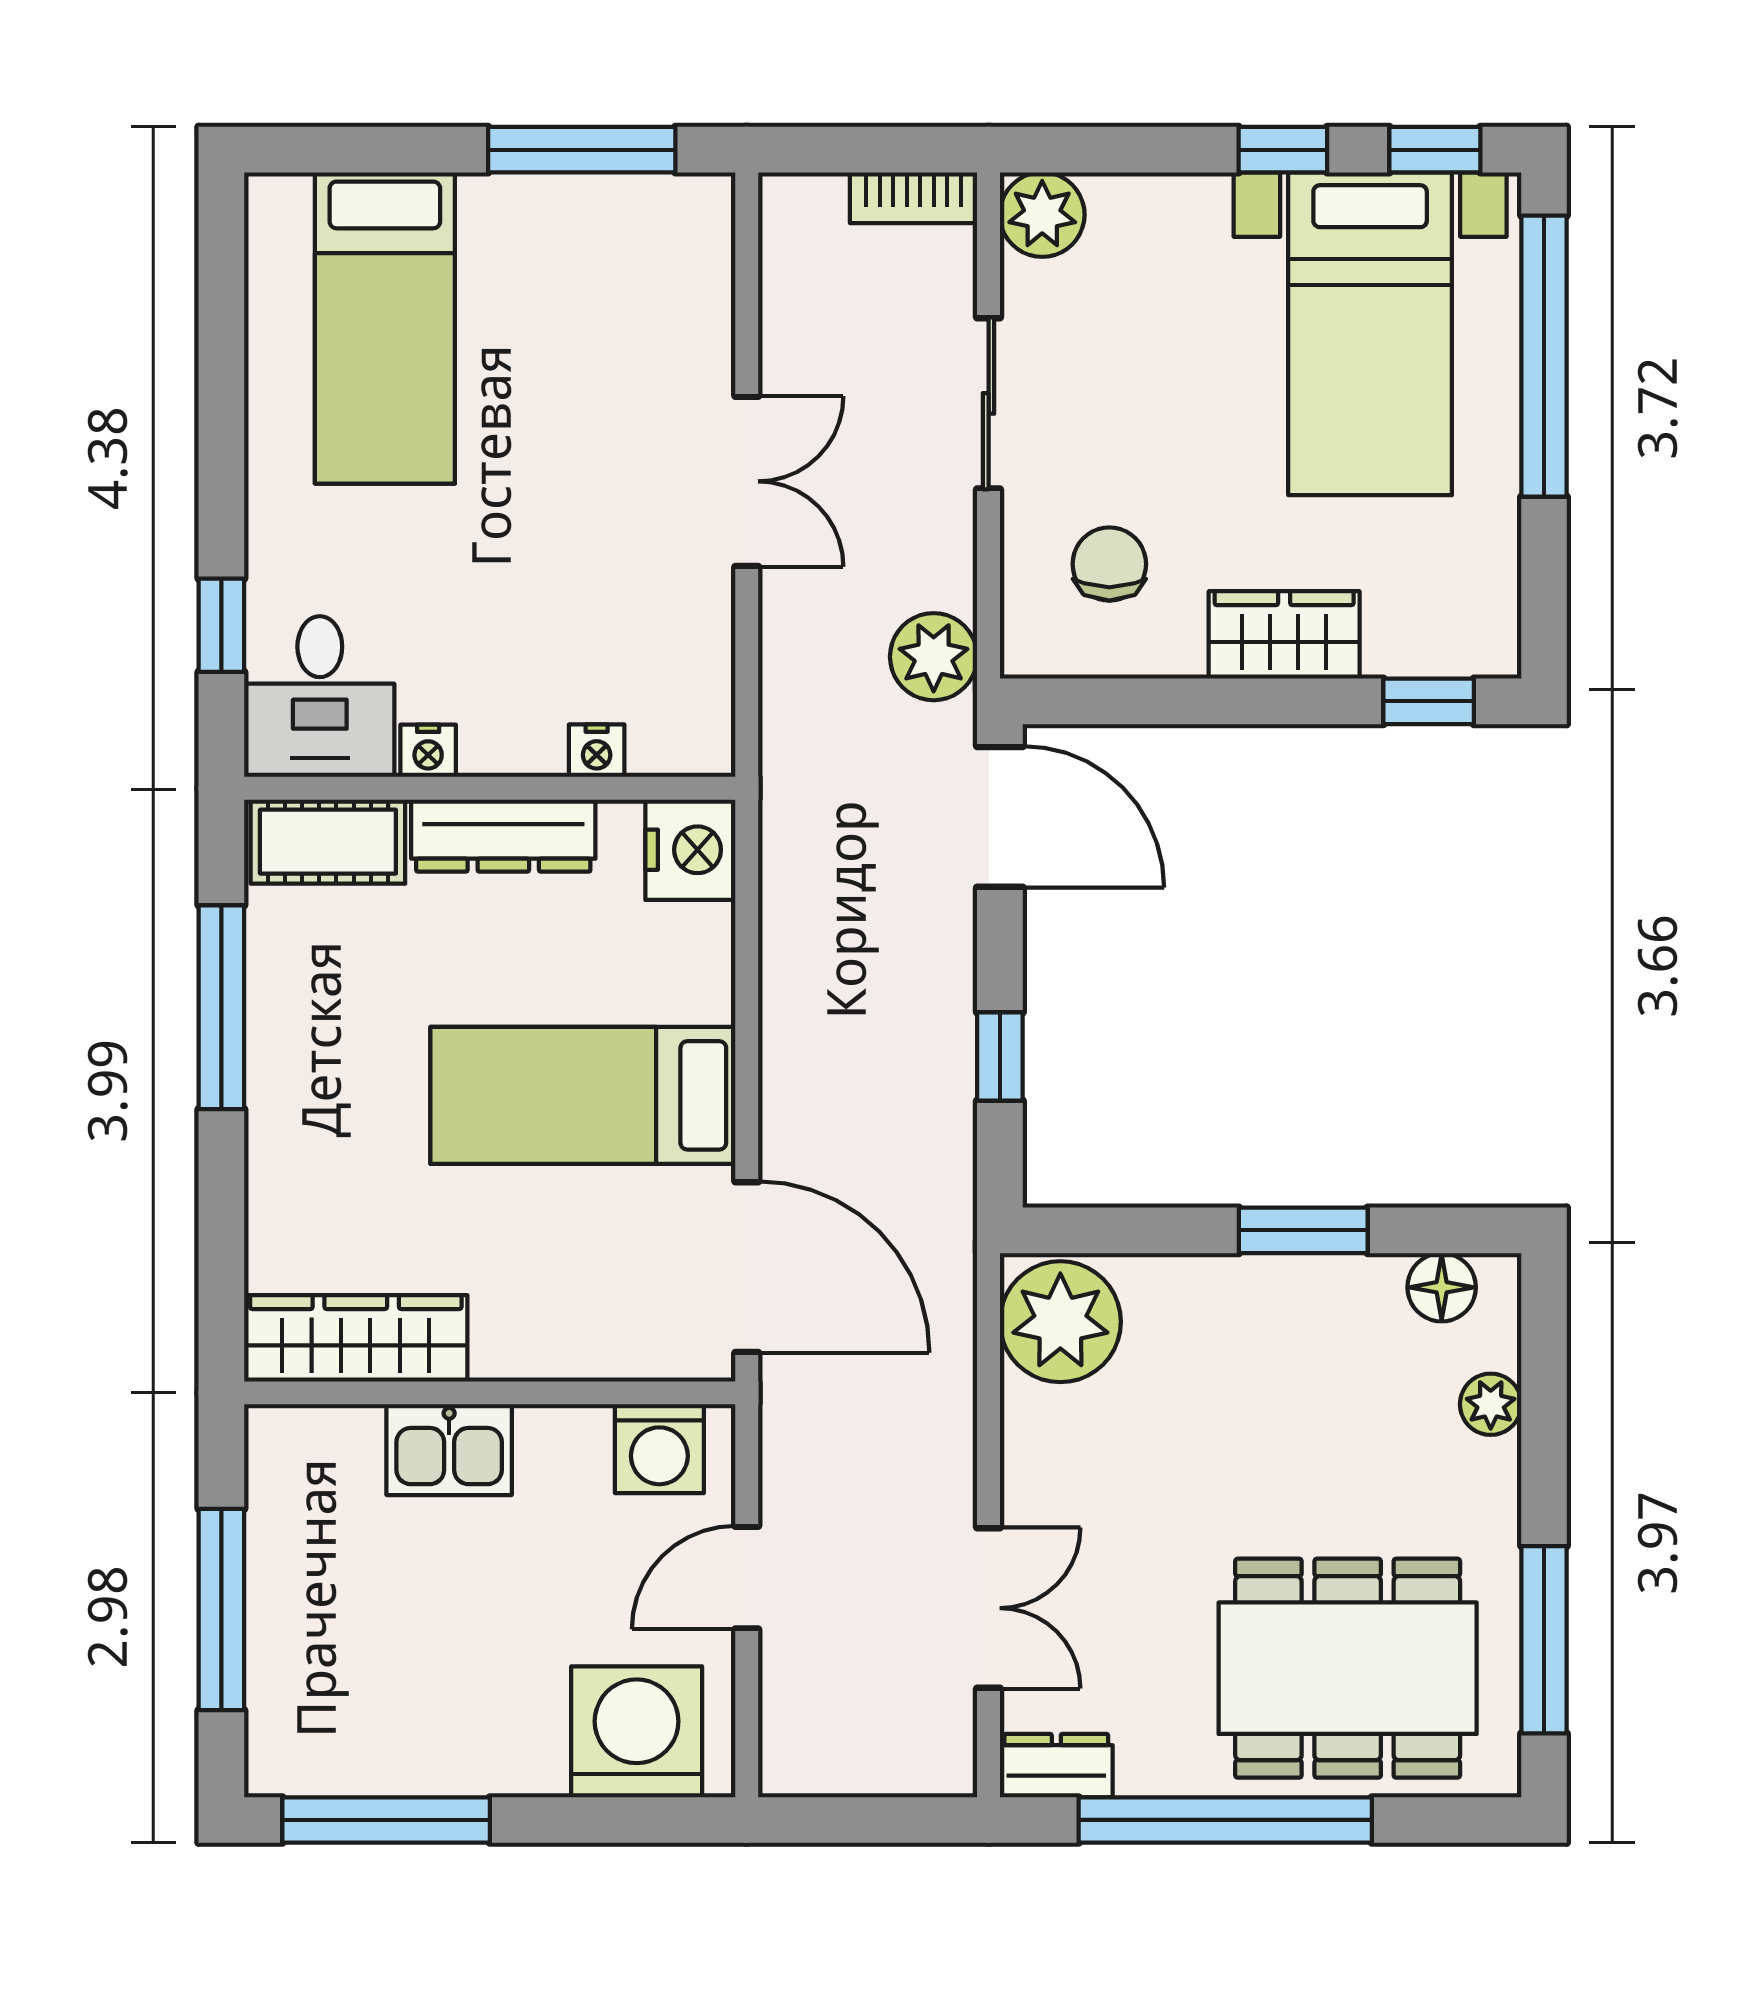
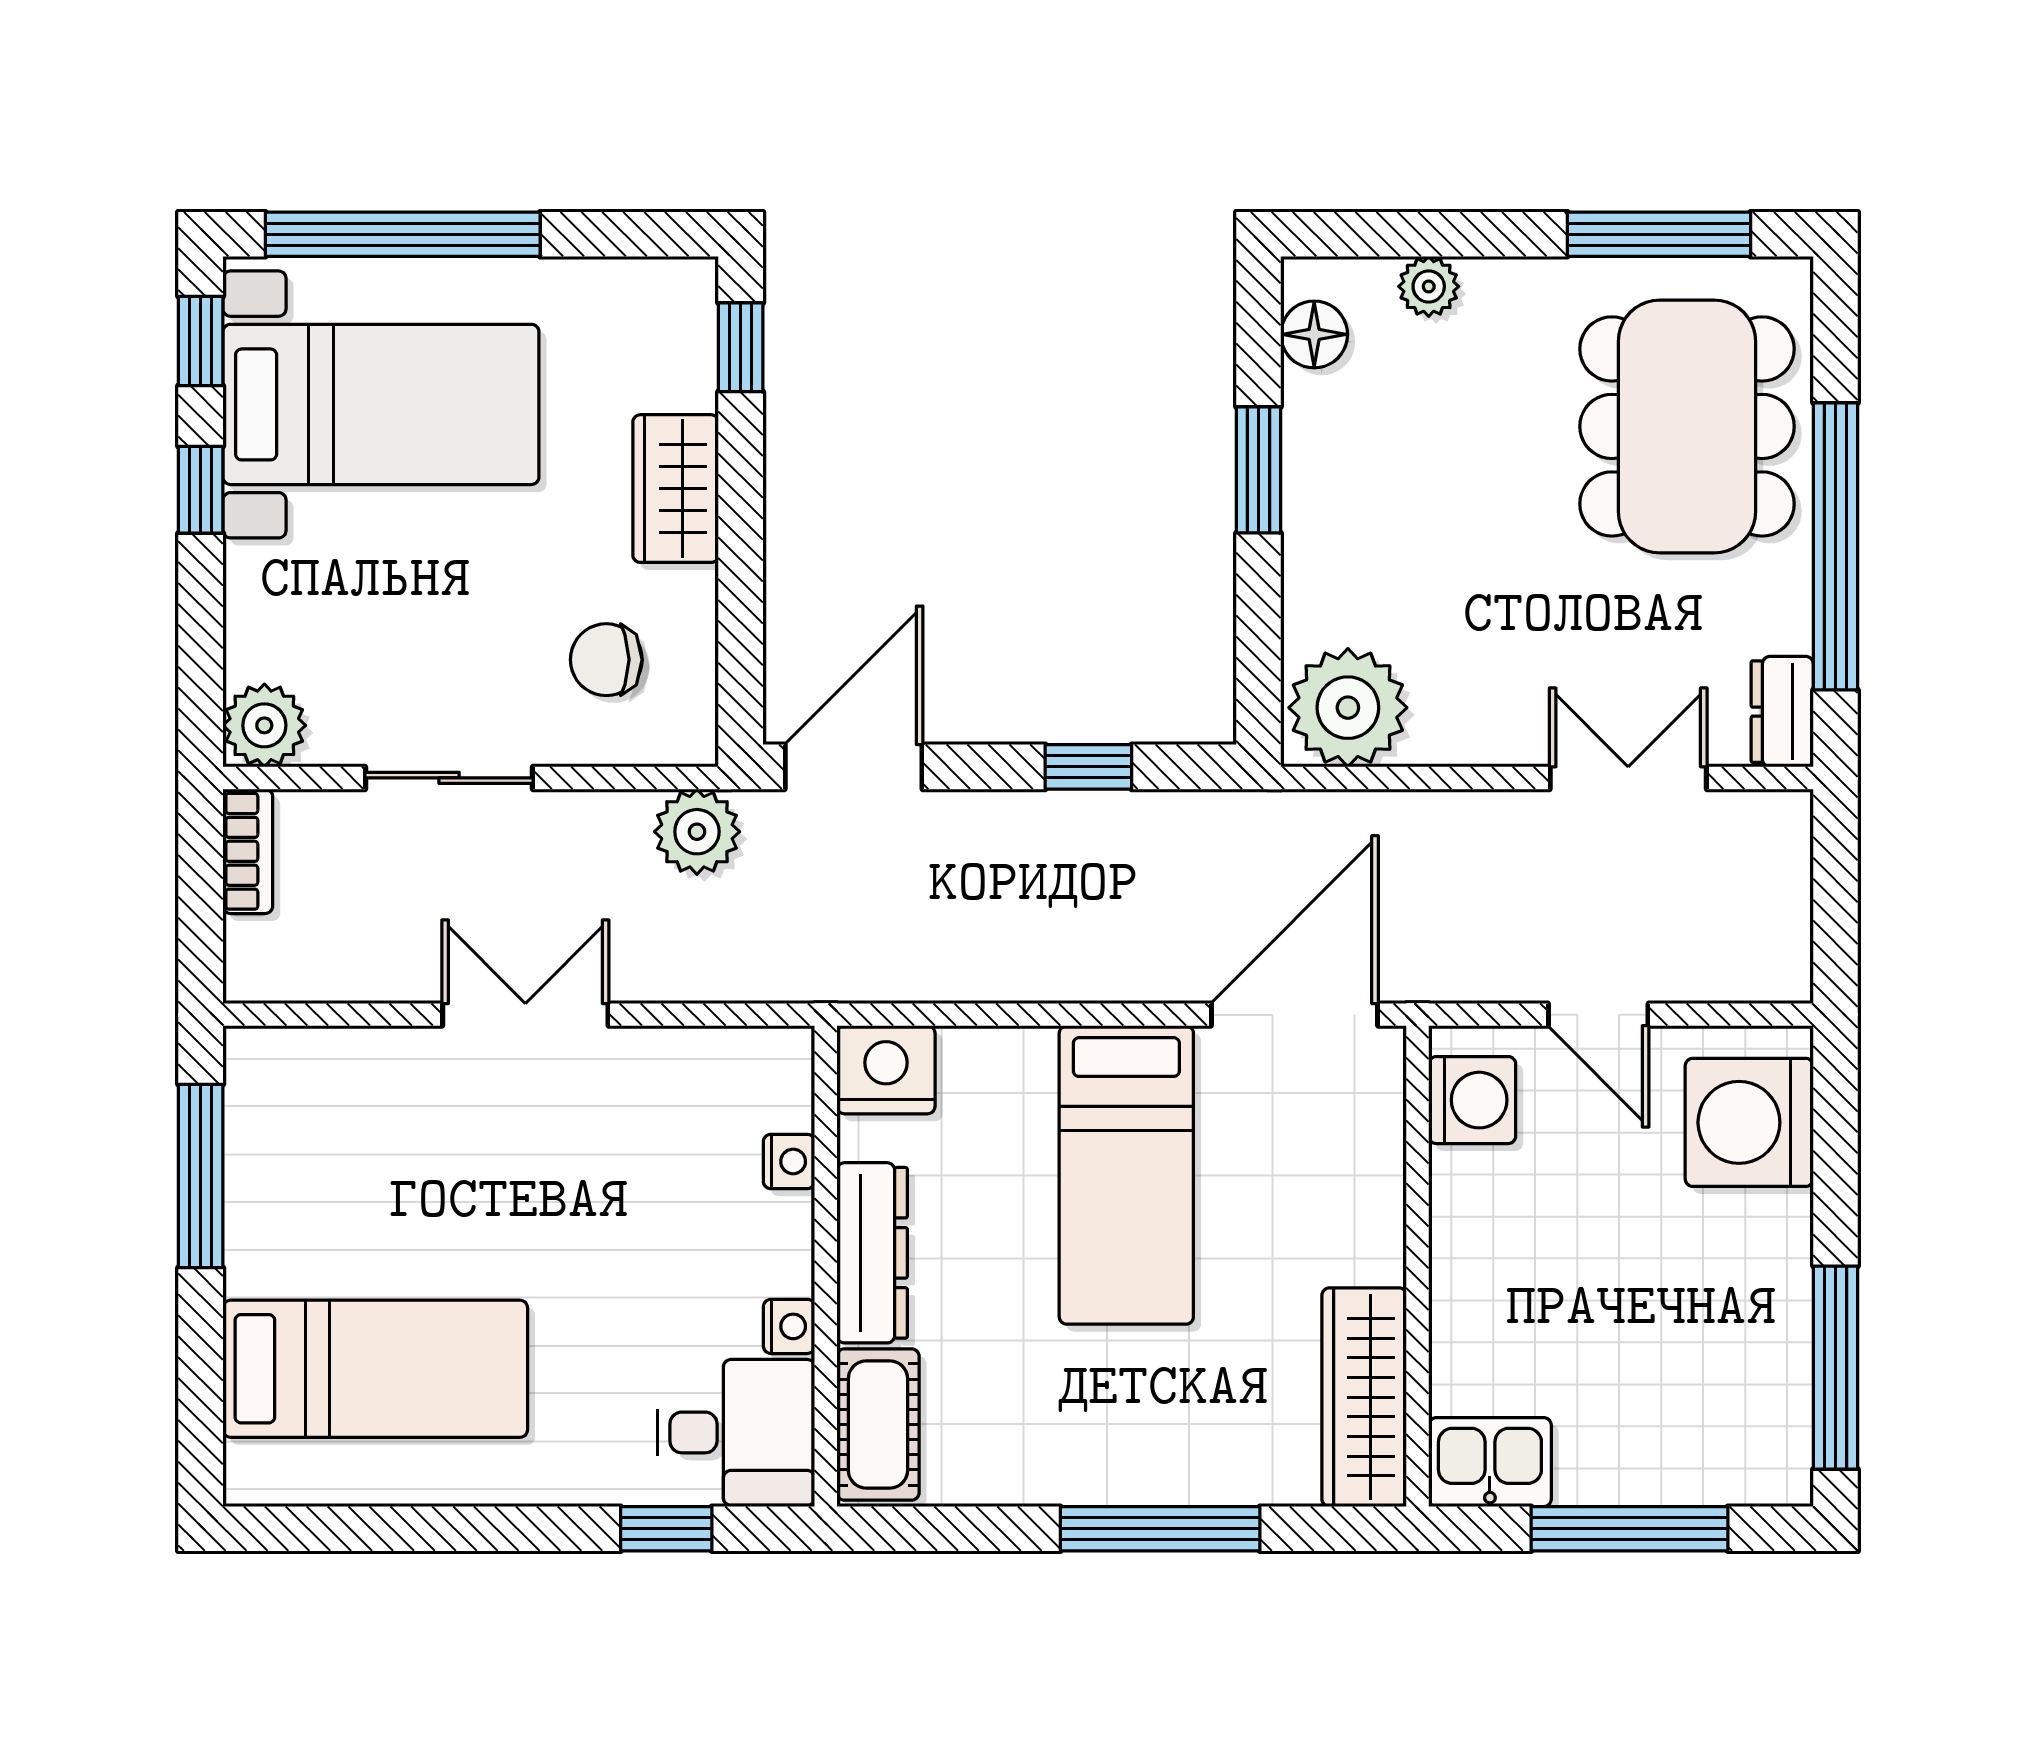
window: (221, 1007) -> (1160, 1529), moved
kitchen sink: (449, 1450) -> (1490, 1462), moved, turned -90

